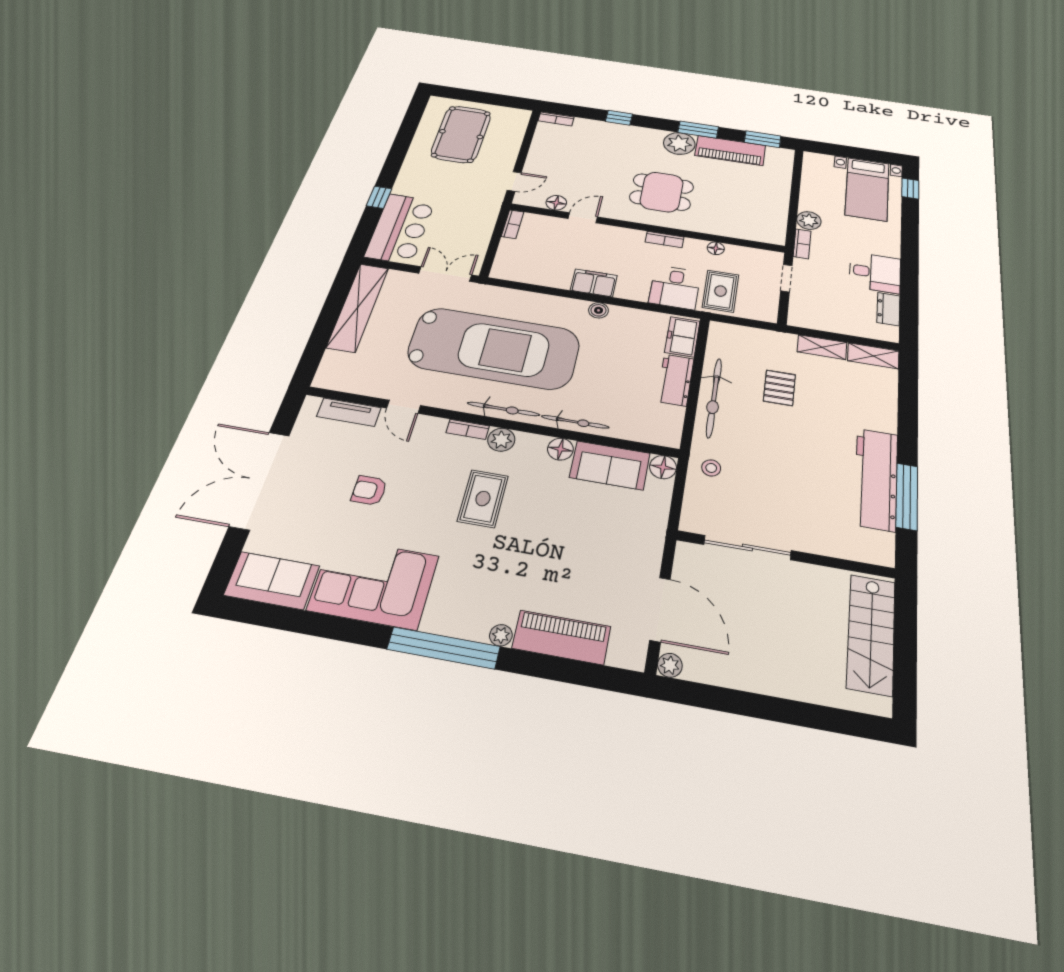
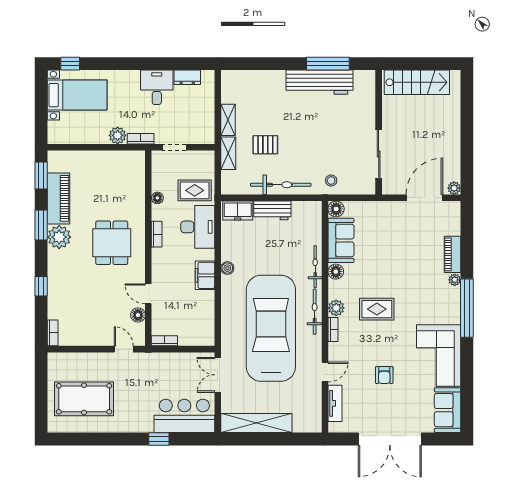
desk: (675, 287) -> (198, 227), width x1.37
shelving: (873, 356) -> (228, 153), moved
piano: (562, 637) -> (452, 254), width x0.73, depth x0.75

